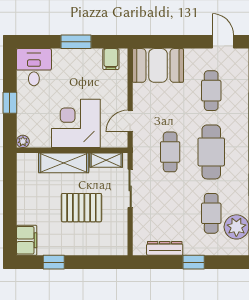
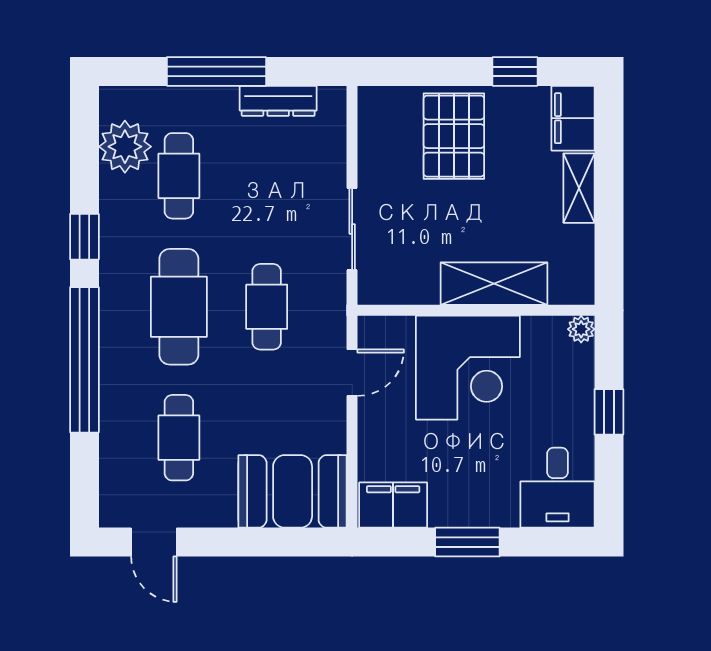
filing cabinet: (111, 59) -> (393, 505), width x2.00
shelving: (106, 160) -> (579, 188), moved, turned 90
pallet: (81, 208) -> (454, 136), moved, turned 90
window: (194, 262) -> (216, 71), width x2.17

